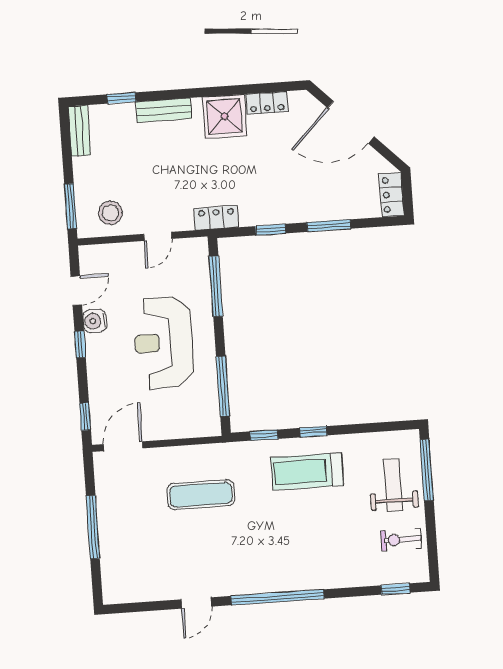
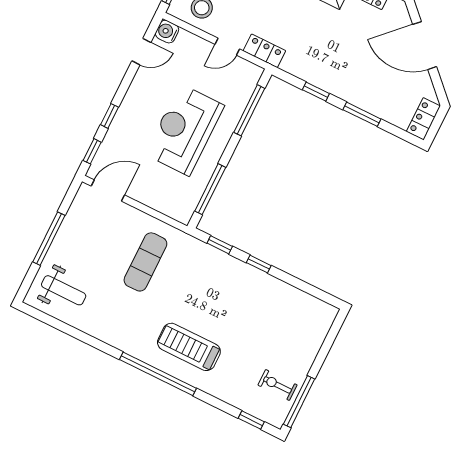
locker: (216, 218) -> (264, 51), moved
water cooler: (95, 321) -> (167, 32), moved
window: (80, 344) -> (110, 116), moved
window: (427, 470) -> (299, 402), moved
treadmill: (307, 471) -> (189, 347), moved
weight bench: (393, 485) -> (64, 290), moved, turned 90
exercise mat: (201, 495) -> (145, 262), turned 90
door: (196, 603) -> (94, 342), removed

